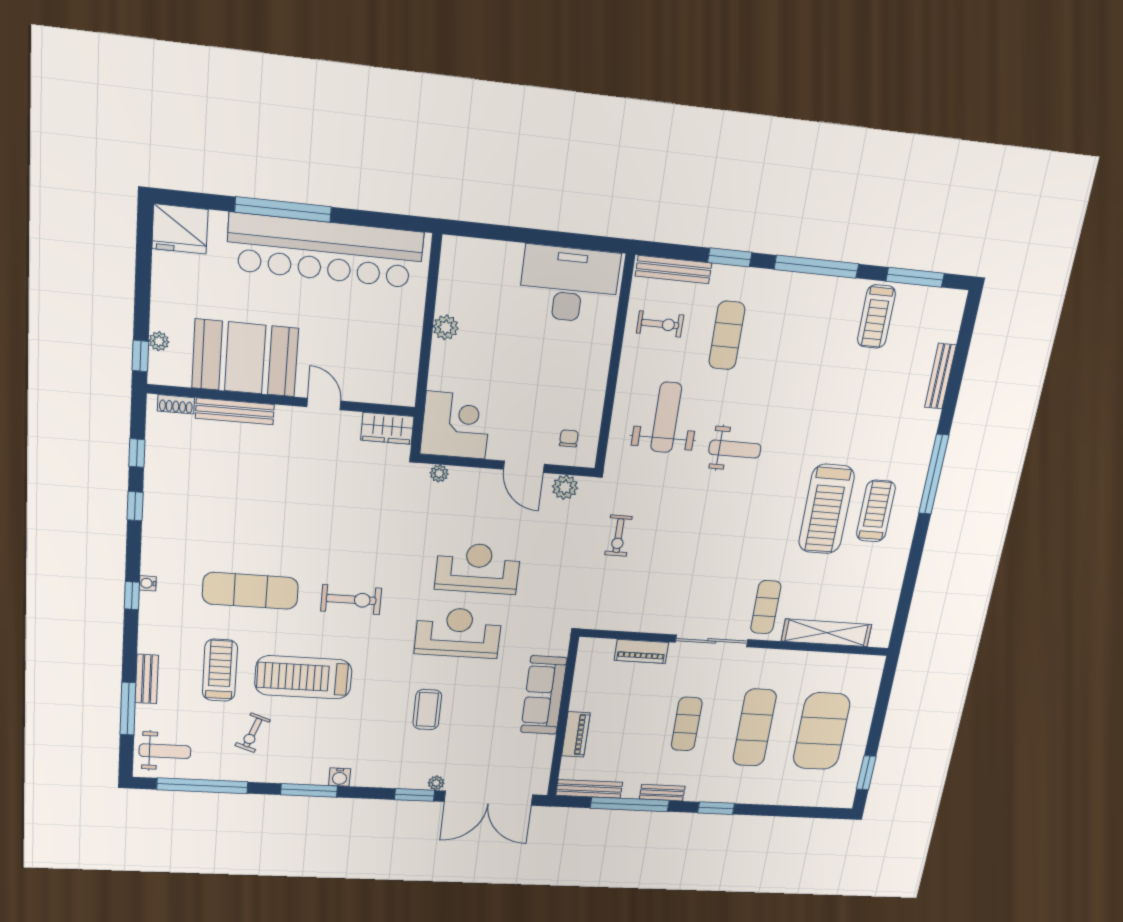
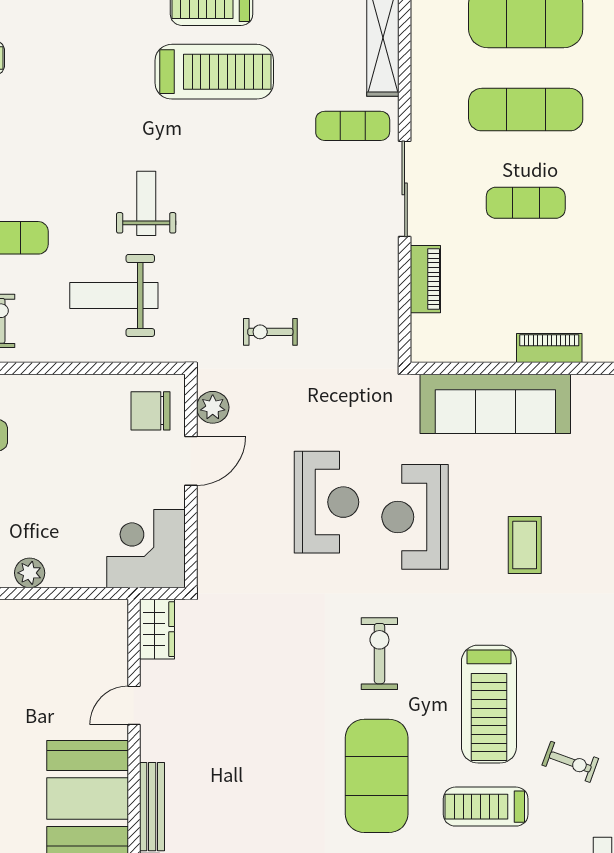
chair: (569, 438) -> (151, 411), width x1.87, depth x1.87
plant: (439, 473) -> (208, 562), removed
exercise bike: (619, 536) -> (270, 332), turned 180
reception desk: (478, 568) -> (327, 502), turned 180
exercise mat: (250, 591) -> (377, 776), width x1.47
sofa: (544, 695) -> (495, 404), width x1.36, depth x1.27
coffee table: (427, 710) -> (525, 545), turned 90

